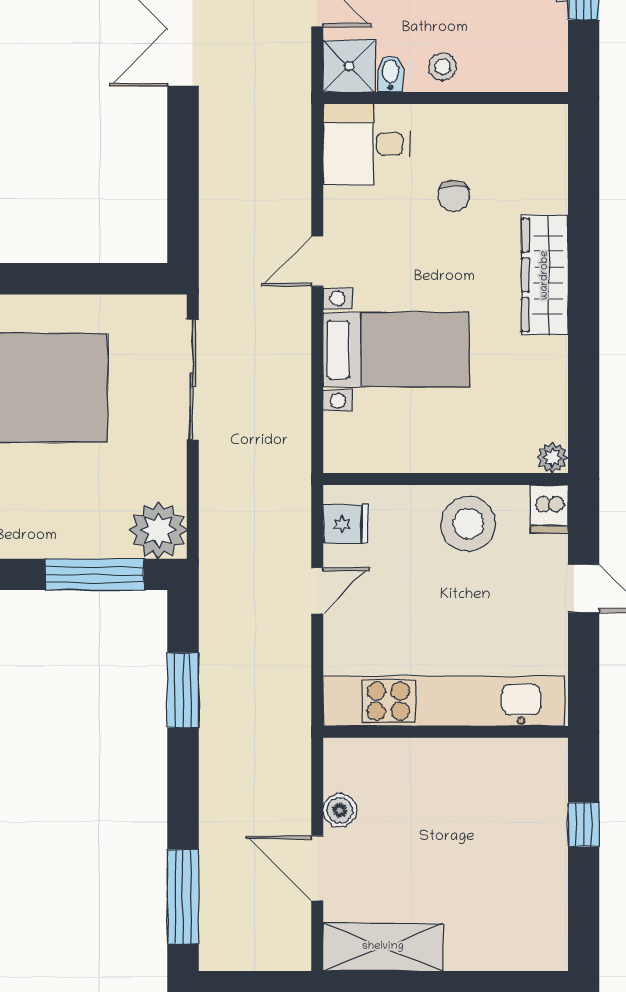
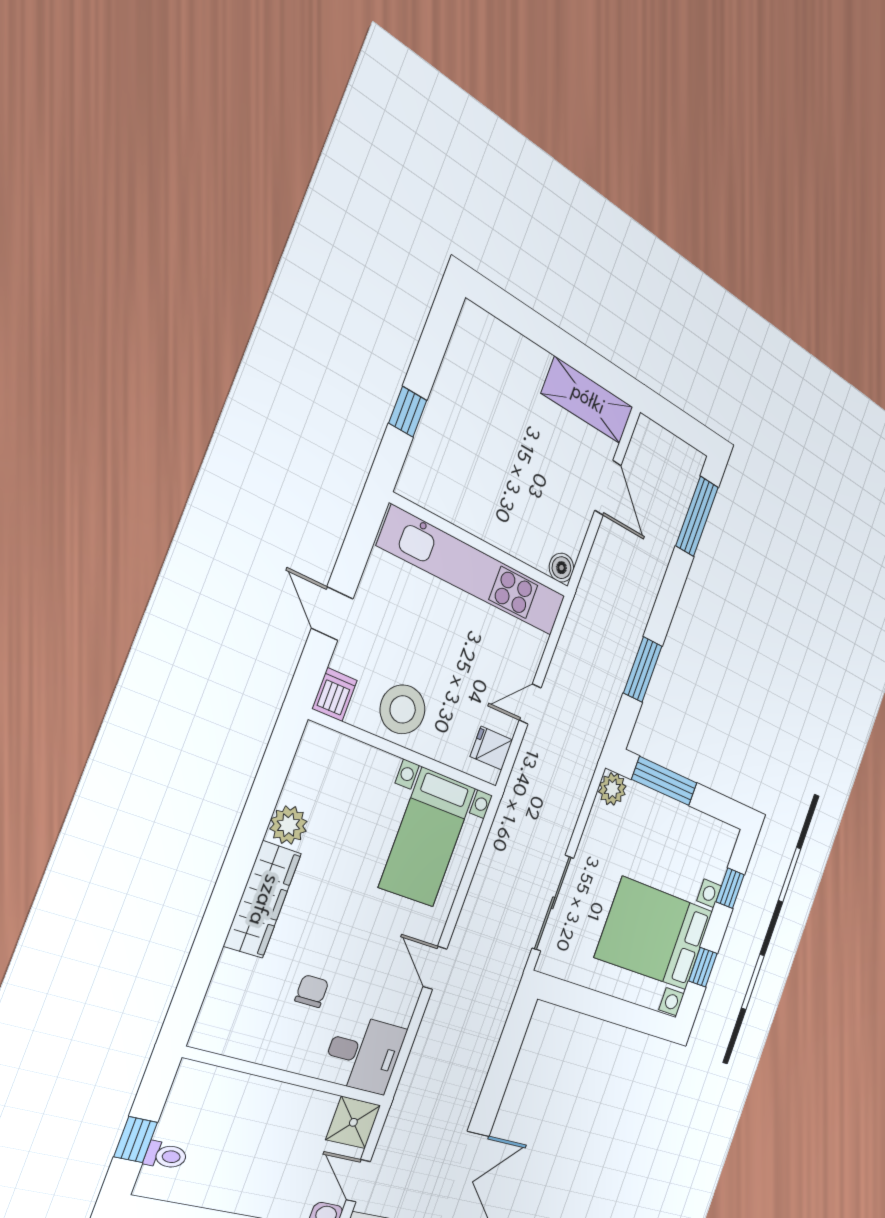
stool: (443, 67) -> (280, 1105), removed
bidet: (391, 74) -> (324, 1108), removed
door: (317, 261) -> (435, 968), swing flipped
bed with nightstands: (396, 350) -> (427, 837), moved, turned -90
plant: (553, 458) -> (288, 825), moved, width x1.38, depth x1.38
plant: (158, 530) -> (612, 789), width x0.73, depth x0.73
boiler: (340, 810) -> (561, 568), moved

